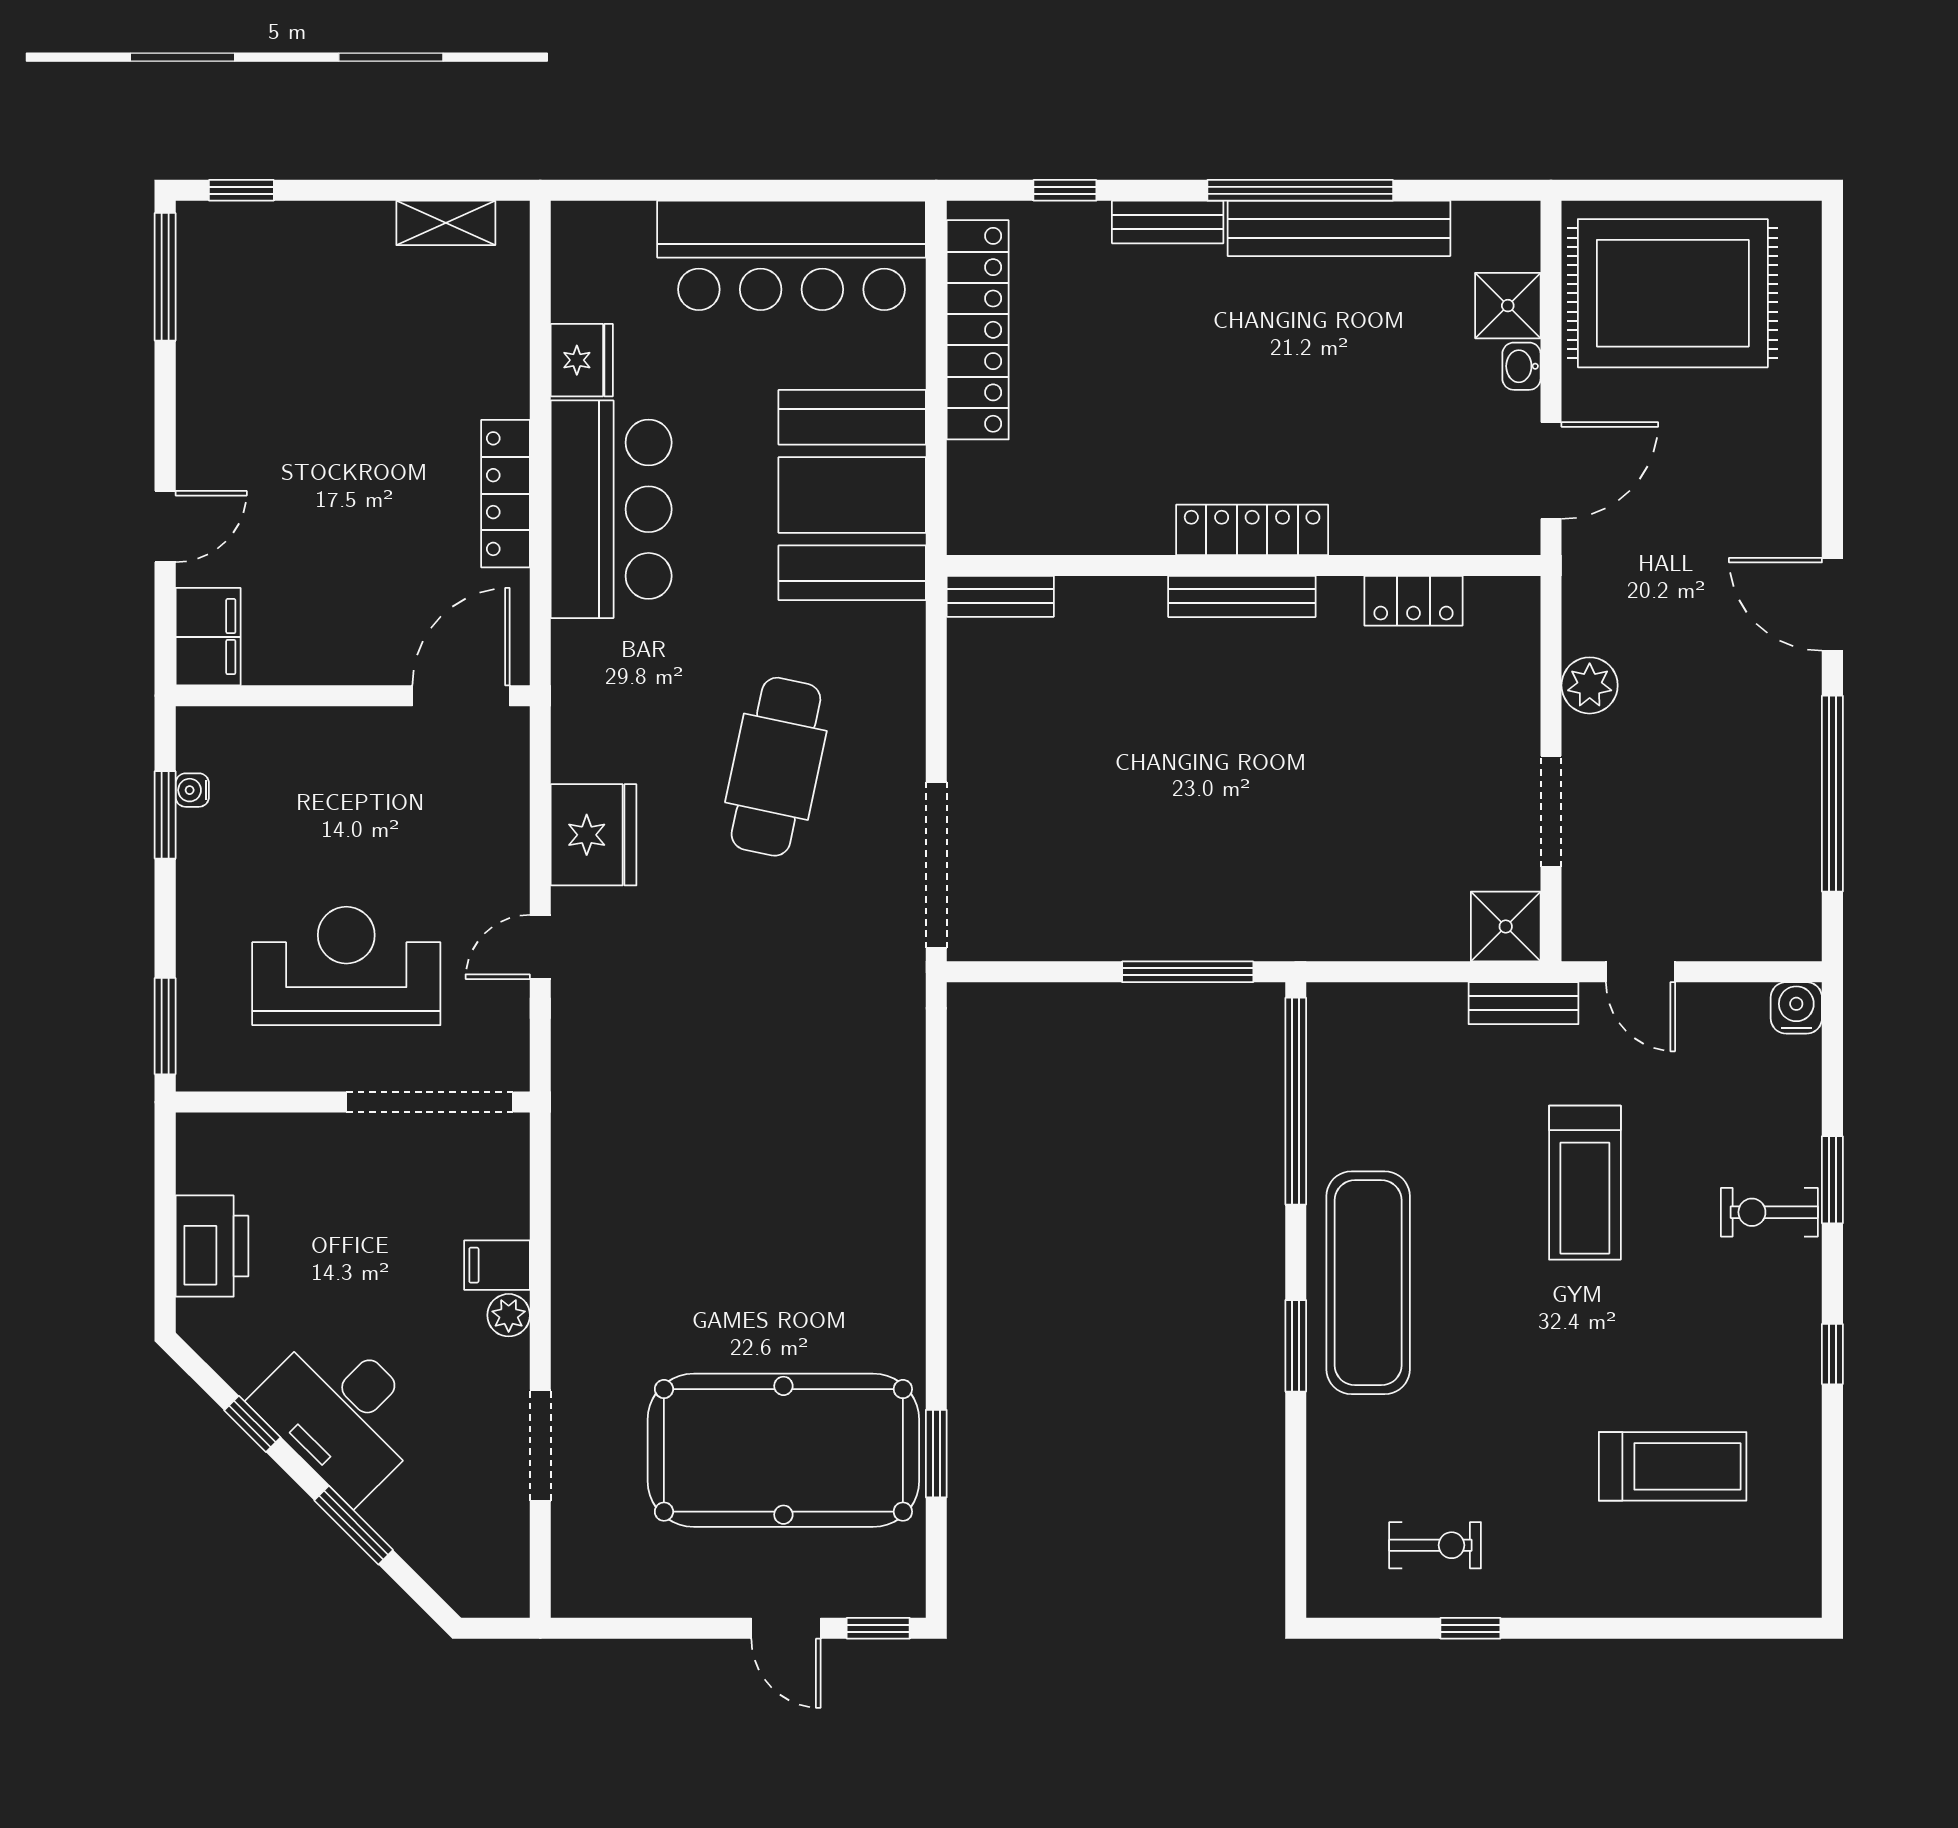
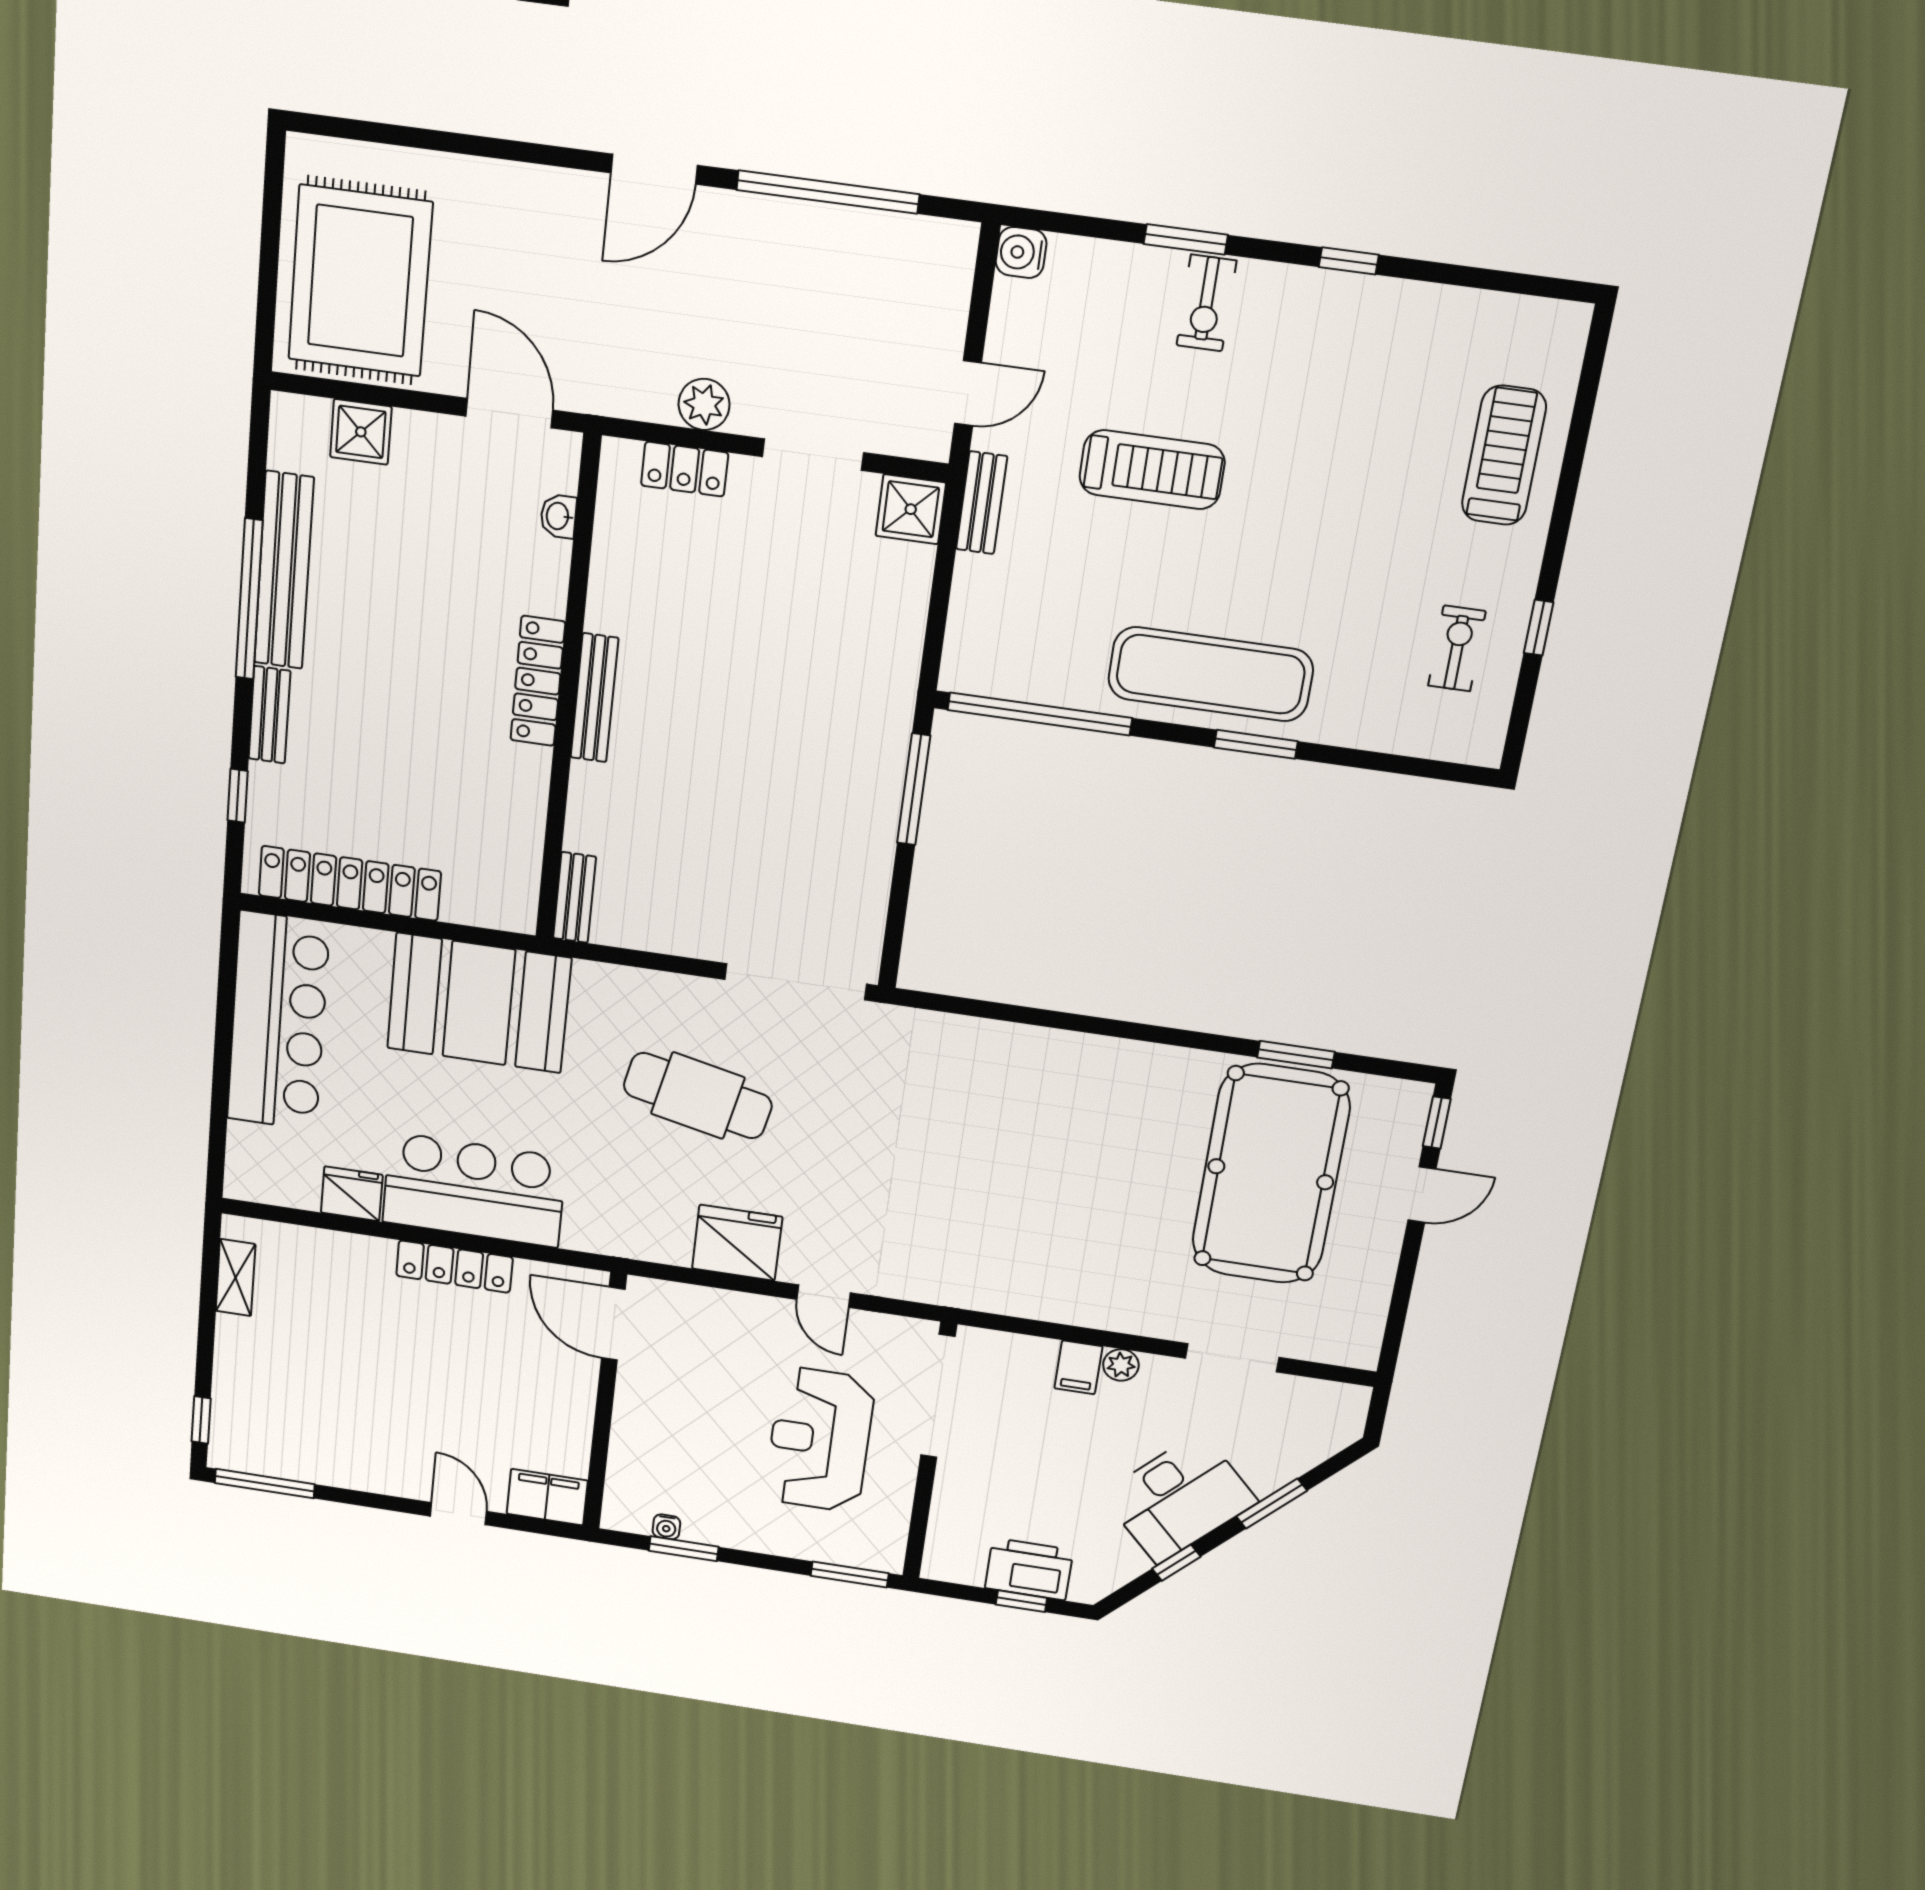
washbasin: (1521, 366) -> (558, 516), moved, turned 90
locker: (1413, 601) -> (685, 469), moved, turned 90
window: (165, 1243) -> (1021, 1601), added
treadmill: (1673, 1466) -> (1504, 455), moved

